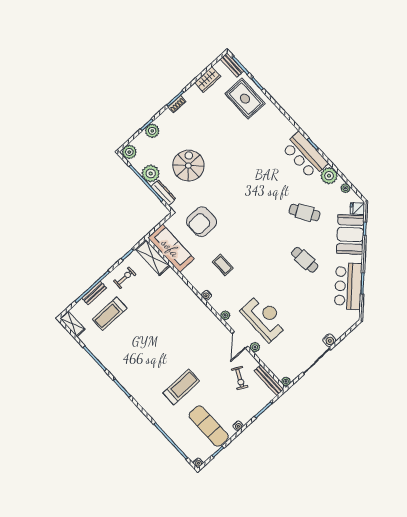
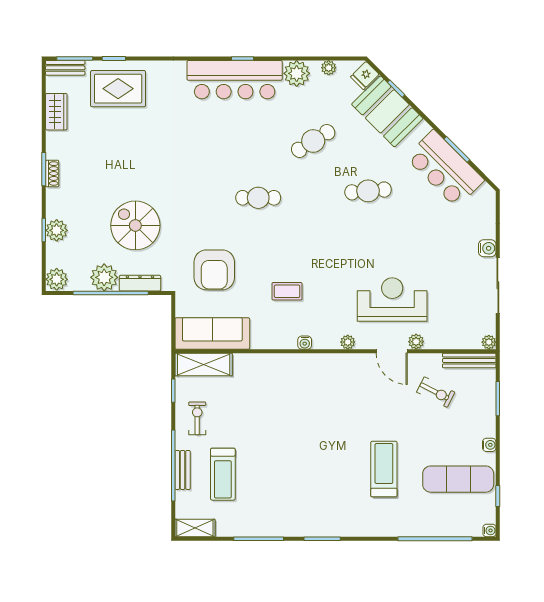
bar counter: (305, 155) -> (235, 80), width x1.36
cafe table: (254, 211) -> (258, 198), added

